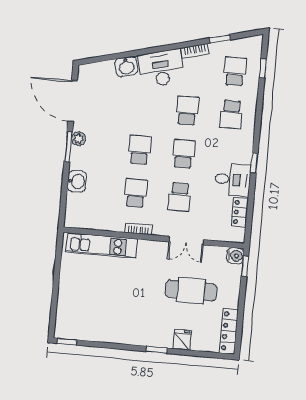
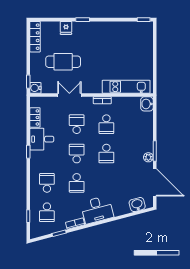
washbasin: (126, 66) -> (137, 205), moved
school desk: (183, 154) -> (77, 154), turned 180
washbasin: (77, 181) -> (147, 104), moved

